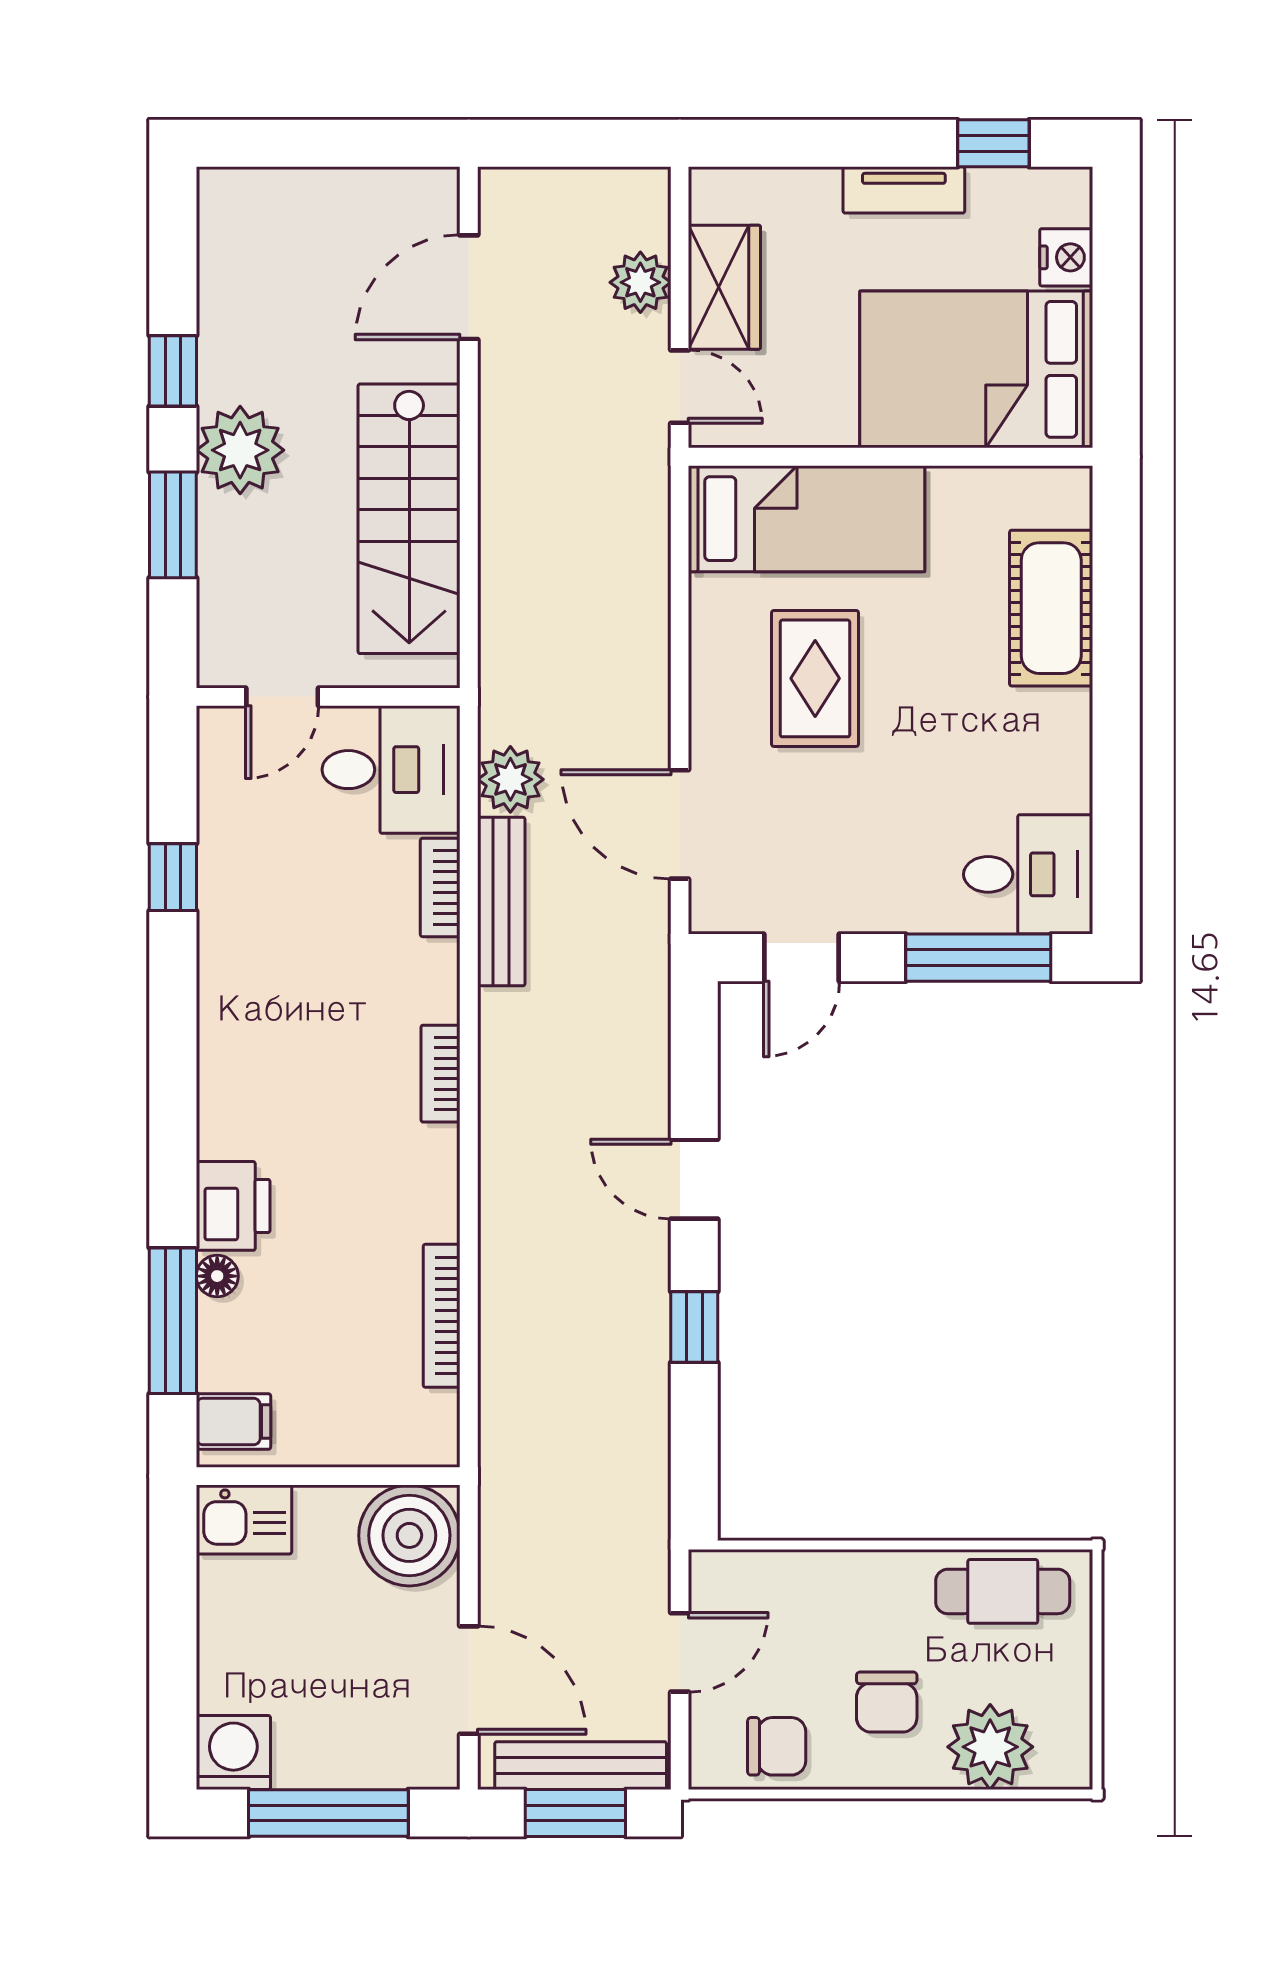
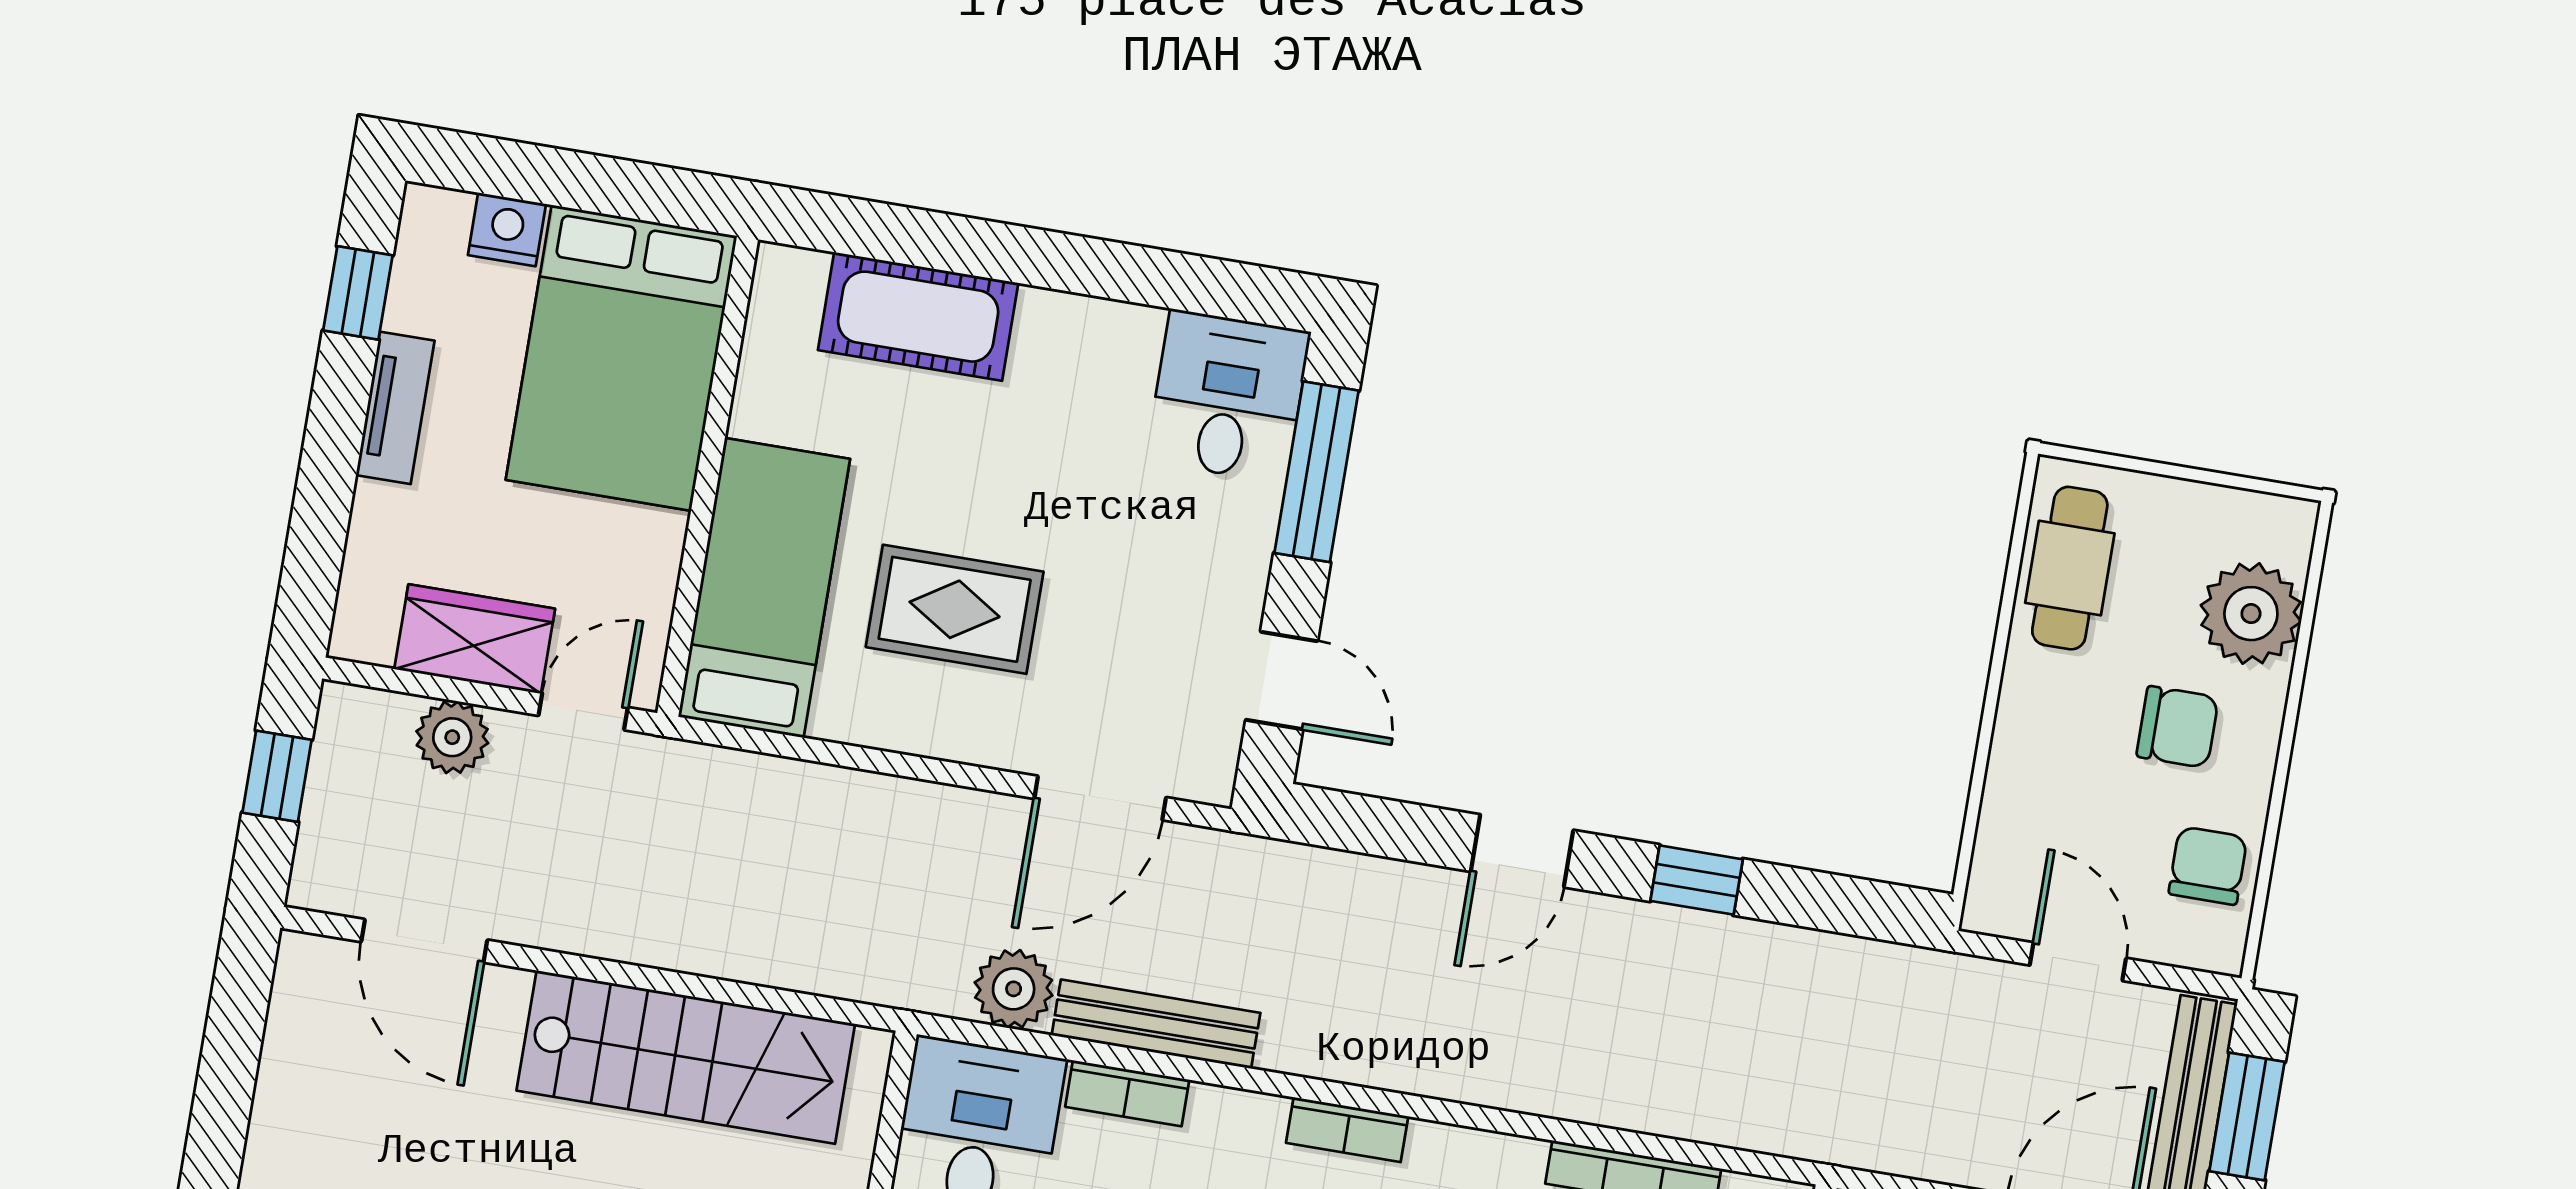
window: (584, 143) -> (277, 776), added

